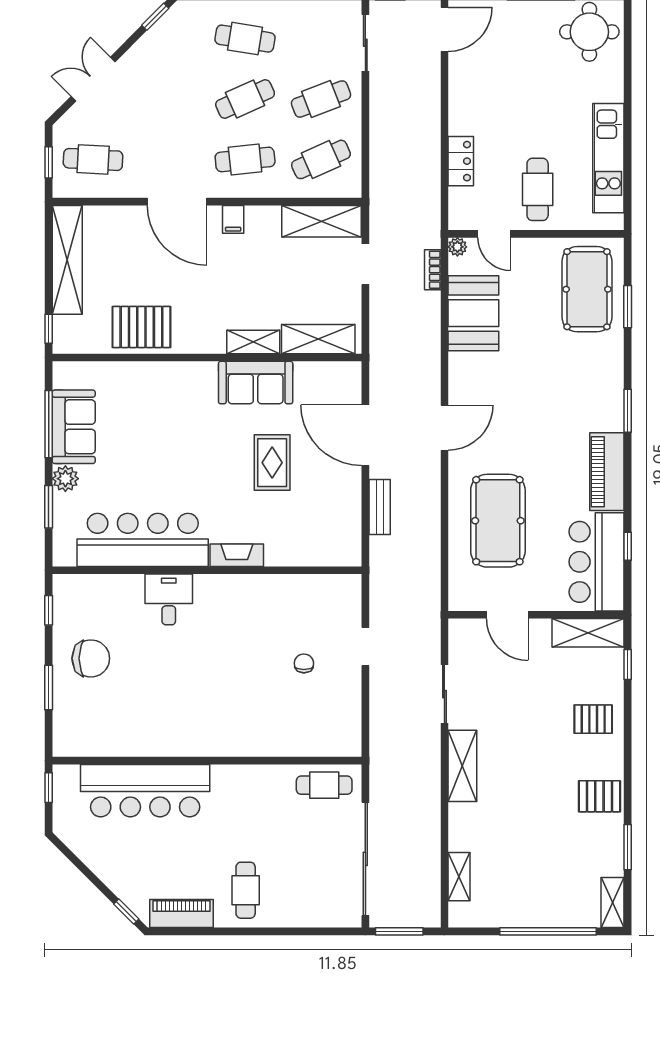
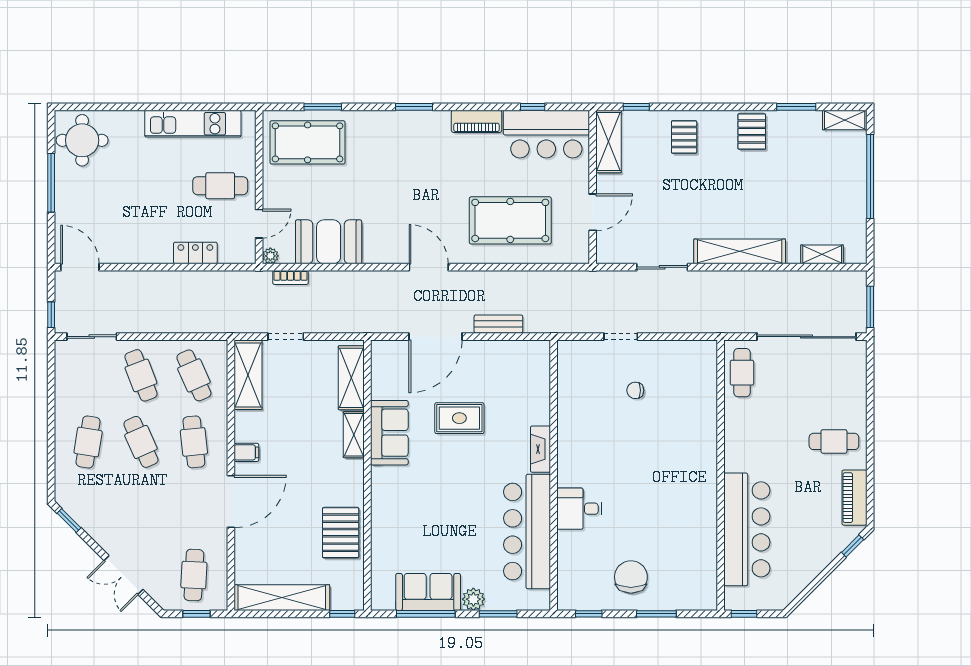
piano: (607, 472) -> (477, 121), width x0.73, depth x0.75
shelving: (462, 766) -> (740, 251), width x1.47

